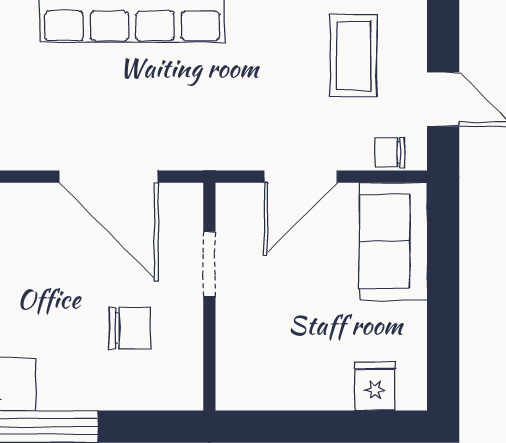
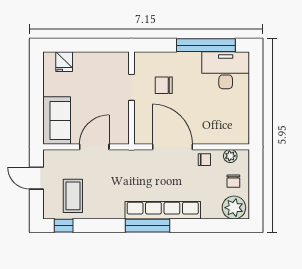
chair: (390, 152) -> (204, 160), moved
doorway: (209, 264) -> (131, 87), moved

